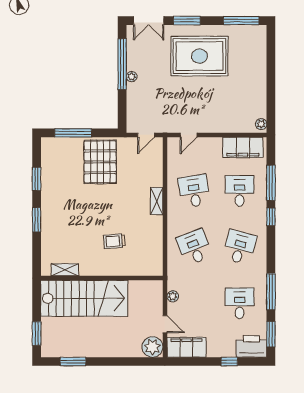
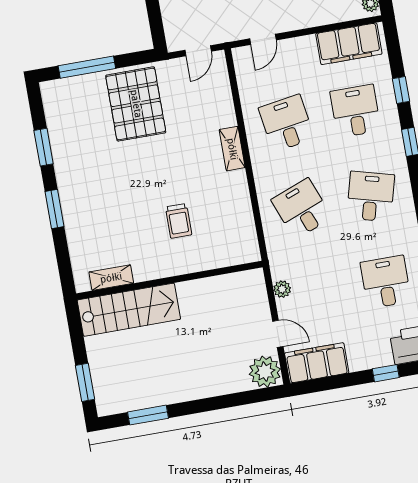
window: (271, 183) -> (401, 90), width x0.46
trolley: (114, 241) -> (179, 221), turned -85
stairs: (84, 298) -> (129, 310), width x0.73, depth x0.66

